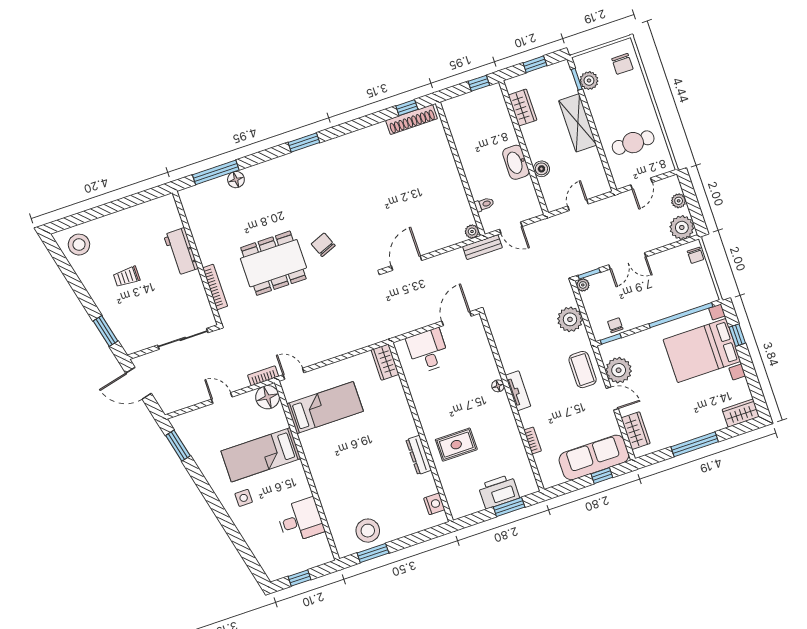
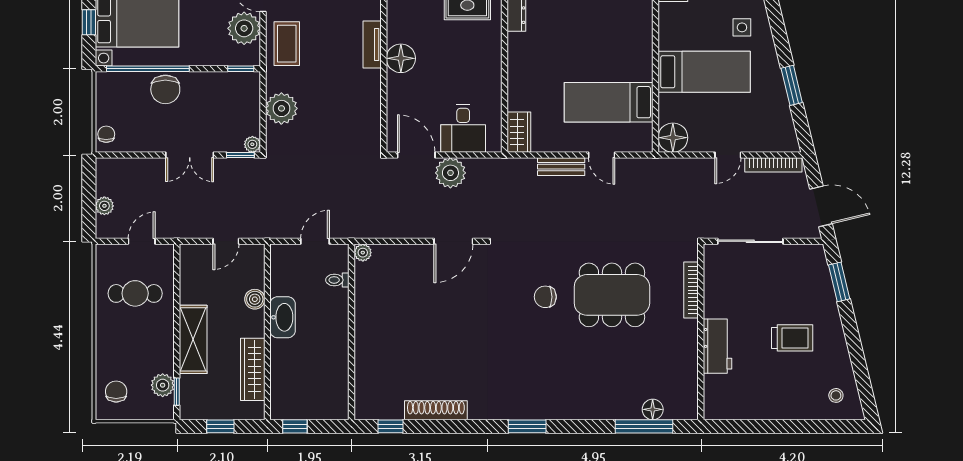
wardrobe: (522, 108) -> (253, 369), width x1.50
shoe rack: (412, 120) -> (436, 410), moved
floor lamp: (236, 180) -> (653, 409), moved
plant: (682, 227) -> (450, 173), moved
door: (511, 228) -> (315, 241), hinge flipped
stool: (79, 245) -> (836, 395), width x0.53, depth x0.53
chair: (323, 245) -> (545, 297), turned 112
bench: (482, 247) -> (561, 167), moved
double door: (627, 261) -> (190, 155), swing flipped
trolley: (127, 277) -> (792, 338), width x1.36, depth x1.39
door: (457, 319) -> (416, 155), swing flipped
chair: (615, 325) -> (165, 89), moved, width x1.87, depth x1.87
door: (294, 374) -> (602, 155), moved
bookcase: (263, 376) -> (773, 165), moved, width x1.56
floor lamp: (498, 386) -> (401, 58), width x1.89, depth x1.89
door: (222, 398) -> (728, 155), hinge flipped
window: (178, 446) -> (792, 85), moved

